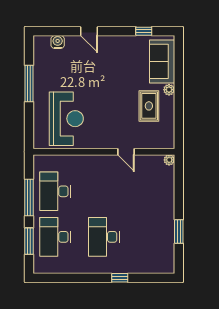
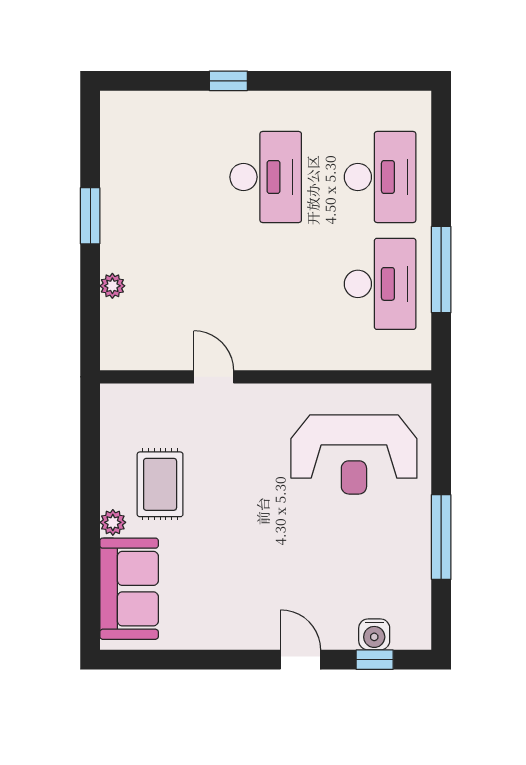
window: (144, 31) -> (375, 660), moved
reception desk: (66, 119) -> (354, 454), turned -90
plant: (169, 160) -> (112, 286), moved
window: (179, 231) -> (90, 216), moved
window: (29, 241) -> (441, 167), removed

